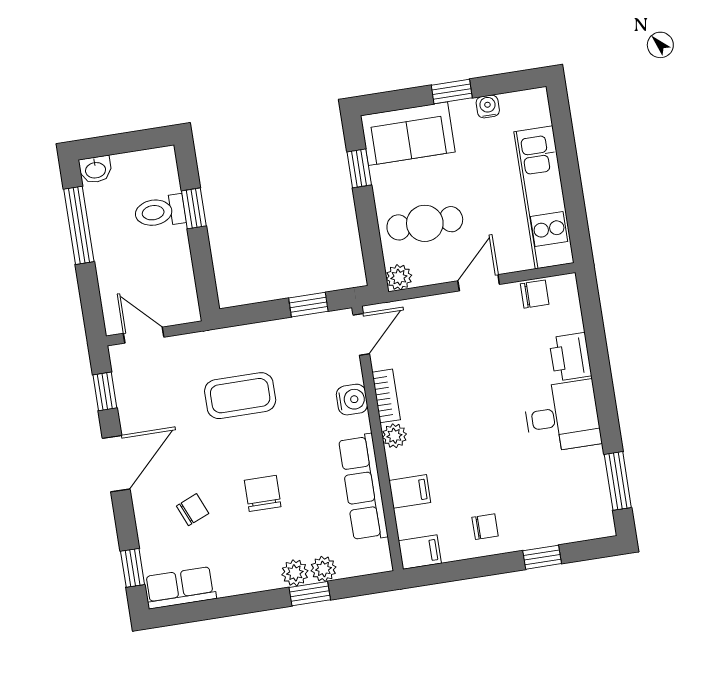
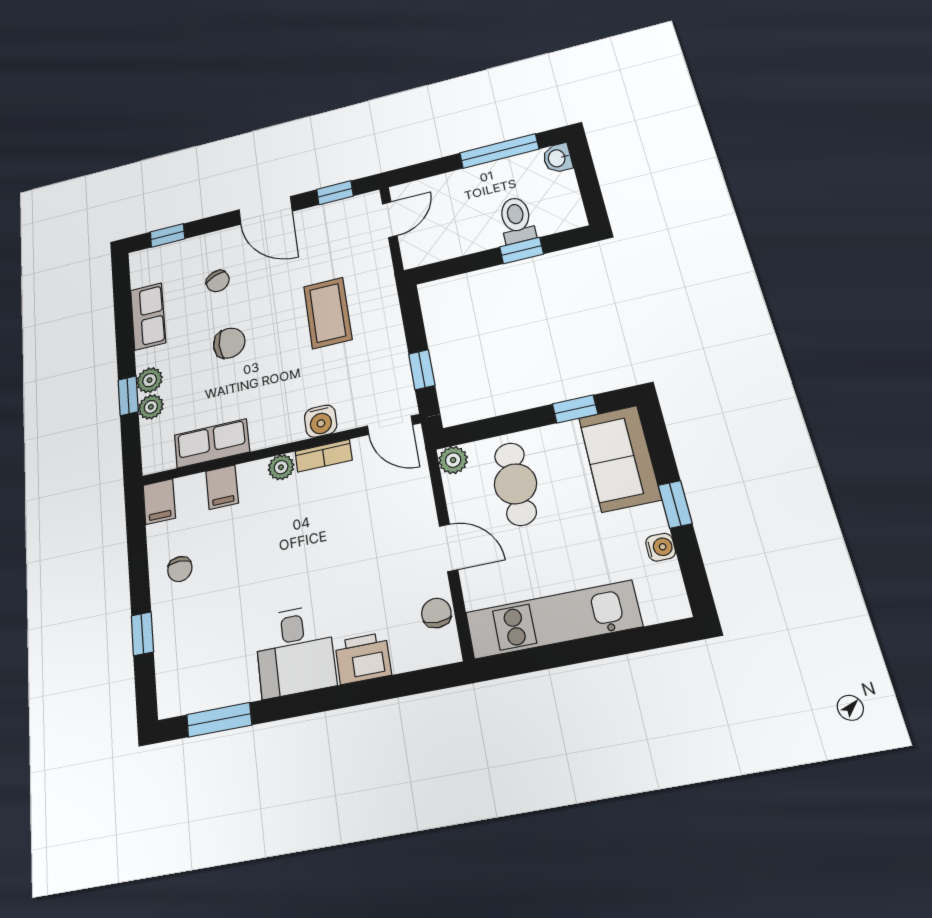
chair: (535, 294) -> (436, 613), turned 180
row of seats: (363, 488) -> (212, 443), width x0.68
row of seats: (180, 588) -> (148, 316), moved

